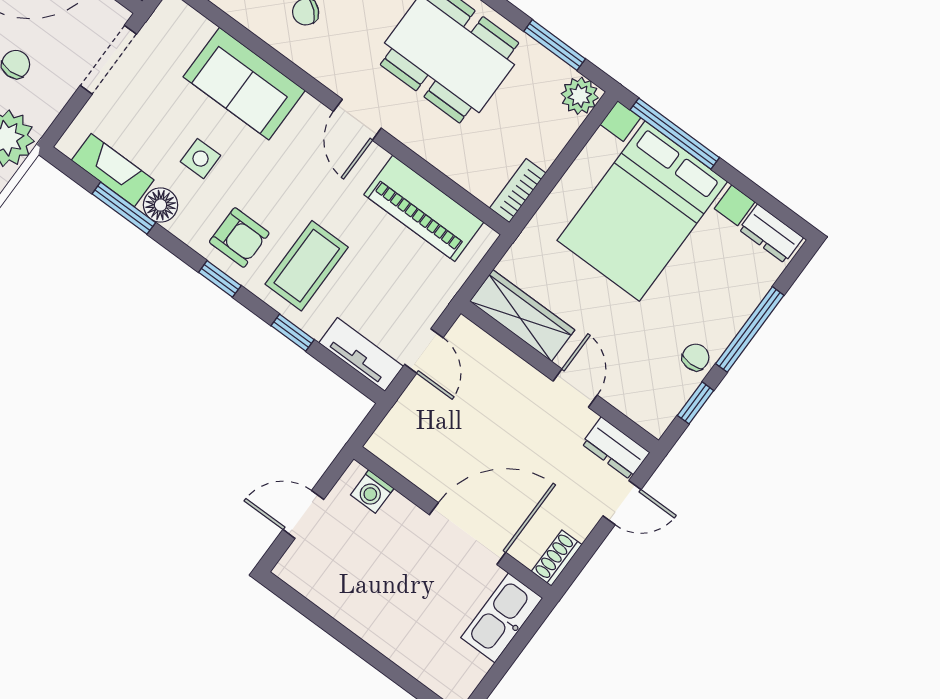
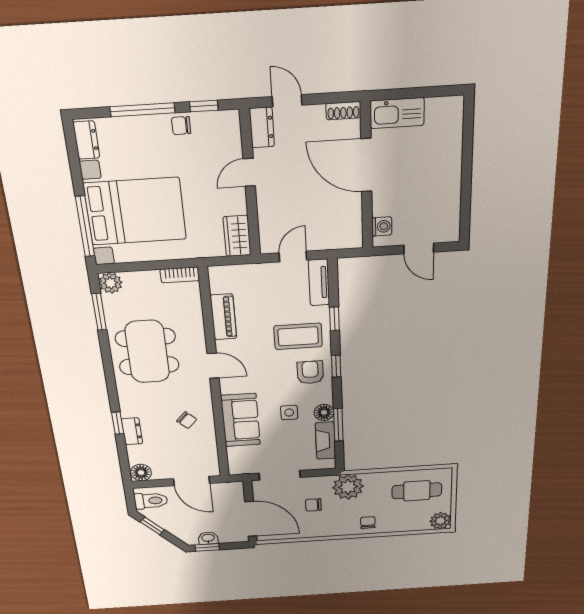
door: (357, 120) -> (213, 366), hinge flipped
piano: (424, 208) -> (223, 317), width x0.73, depth x0.75
wardrobe: (522, 316) -> (237, 236), width x0.67

